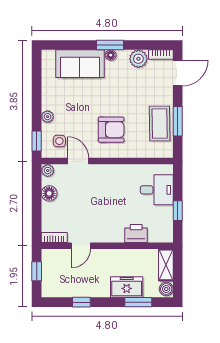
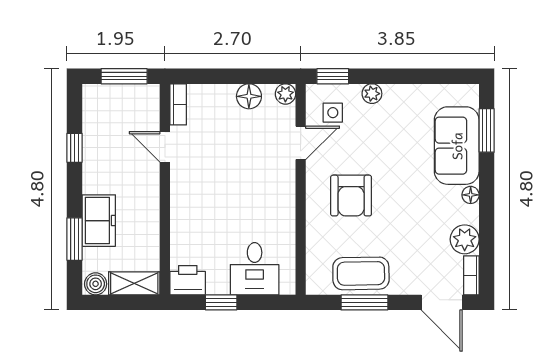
window: (110, 45) -> (487, 130), moved
printer: (136, 233) -> (188, 280), moved, turned -90
window: (37, 271) -> (124, 76), width x1.50

